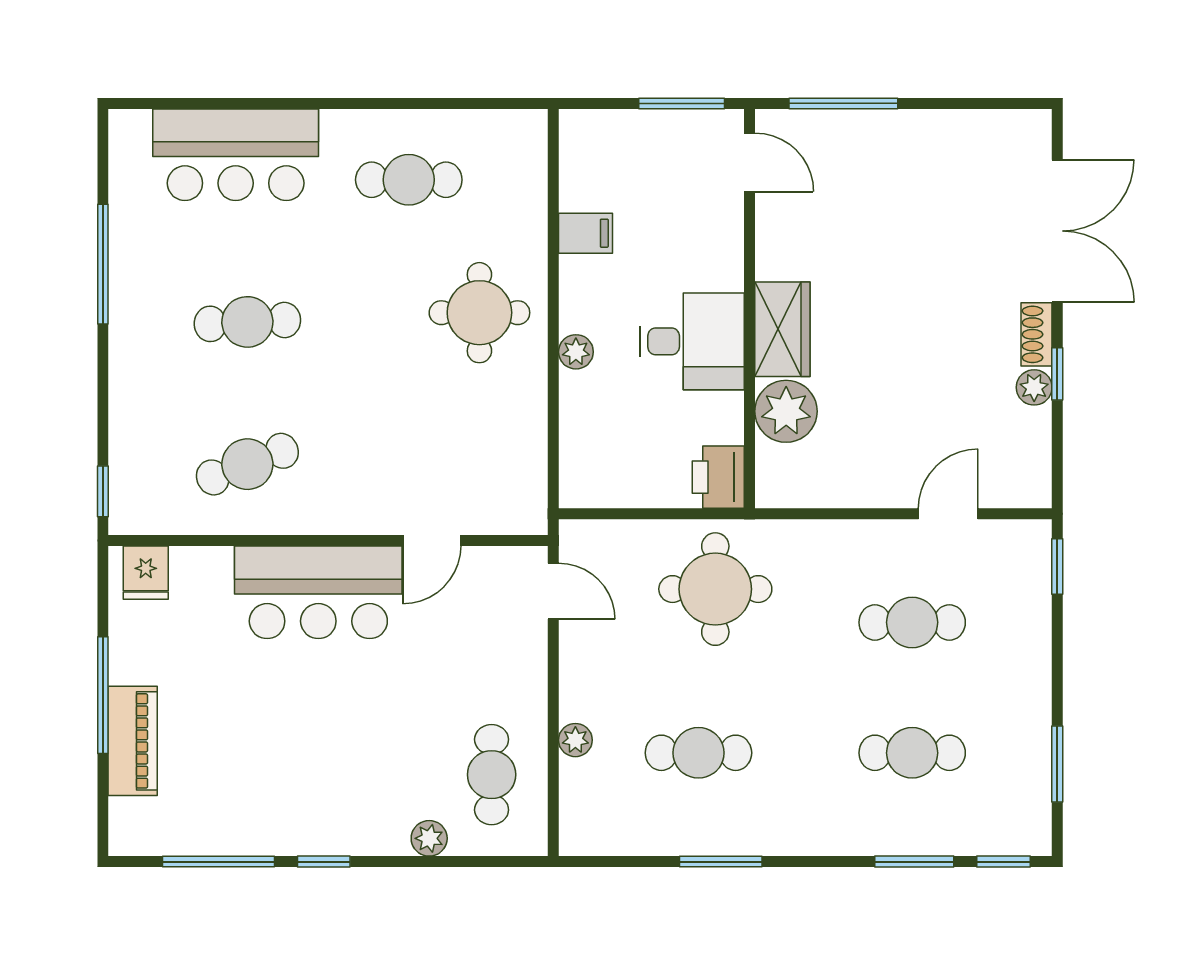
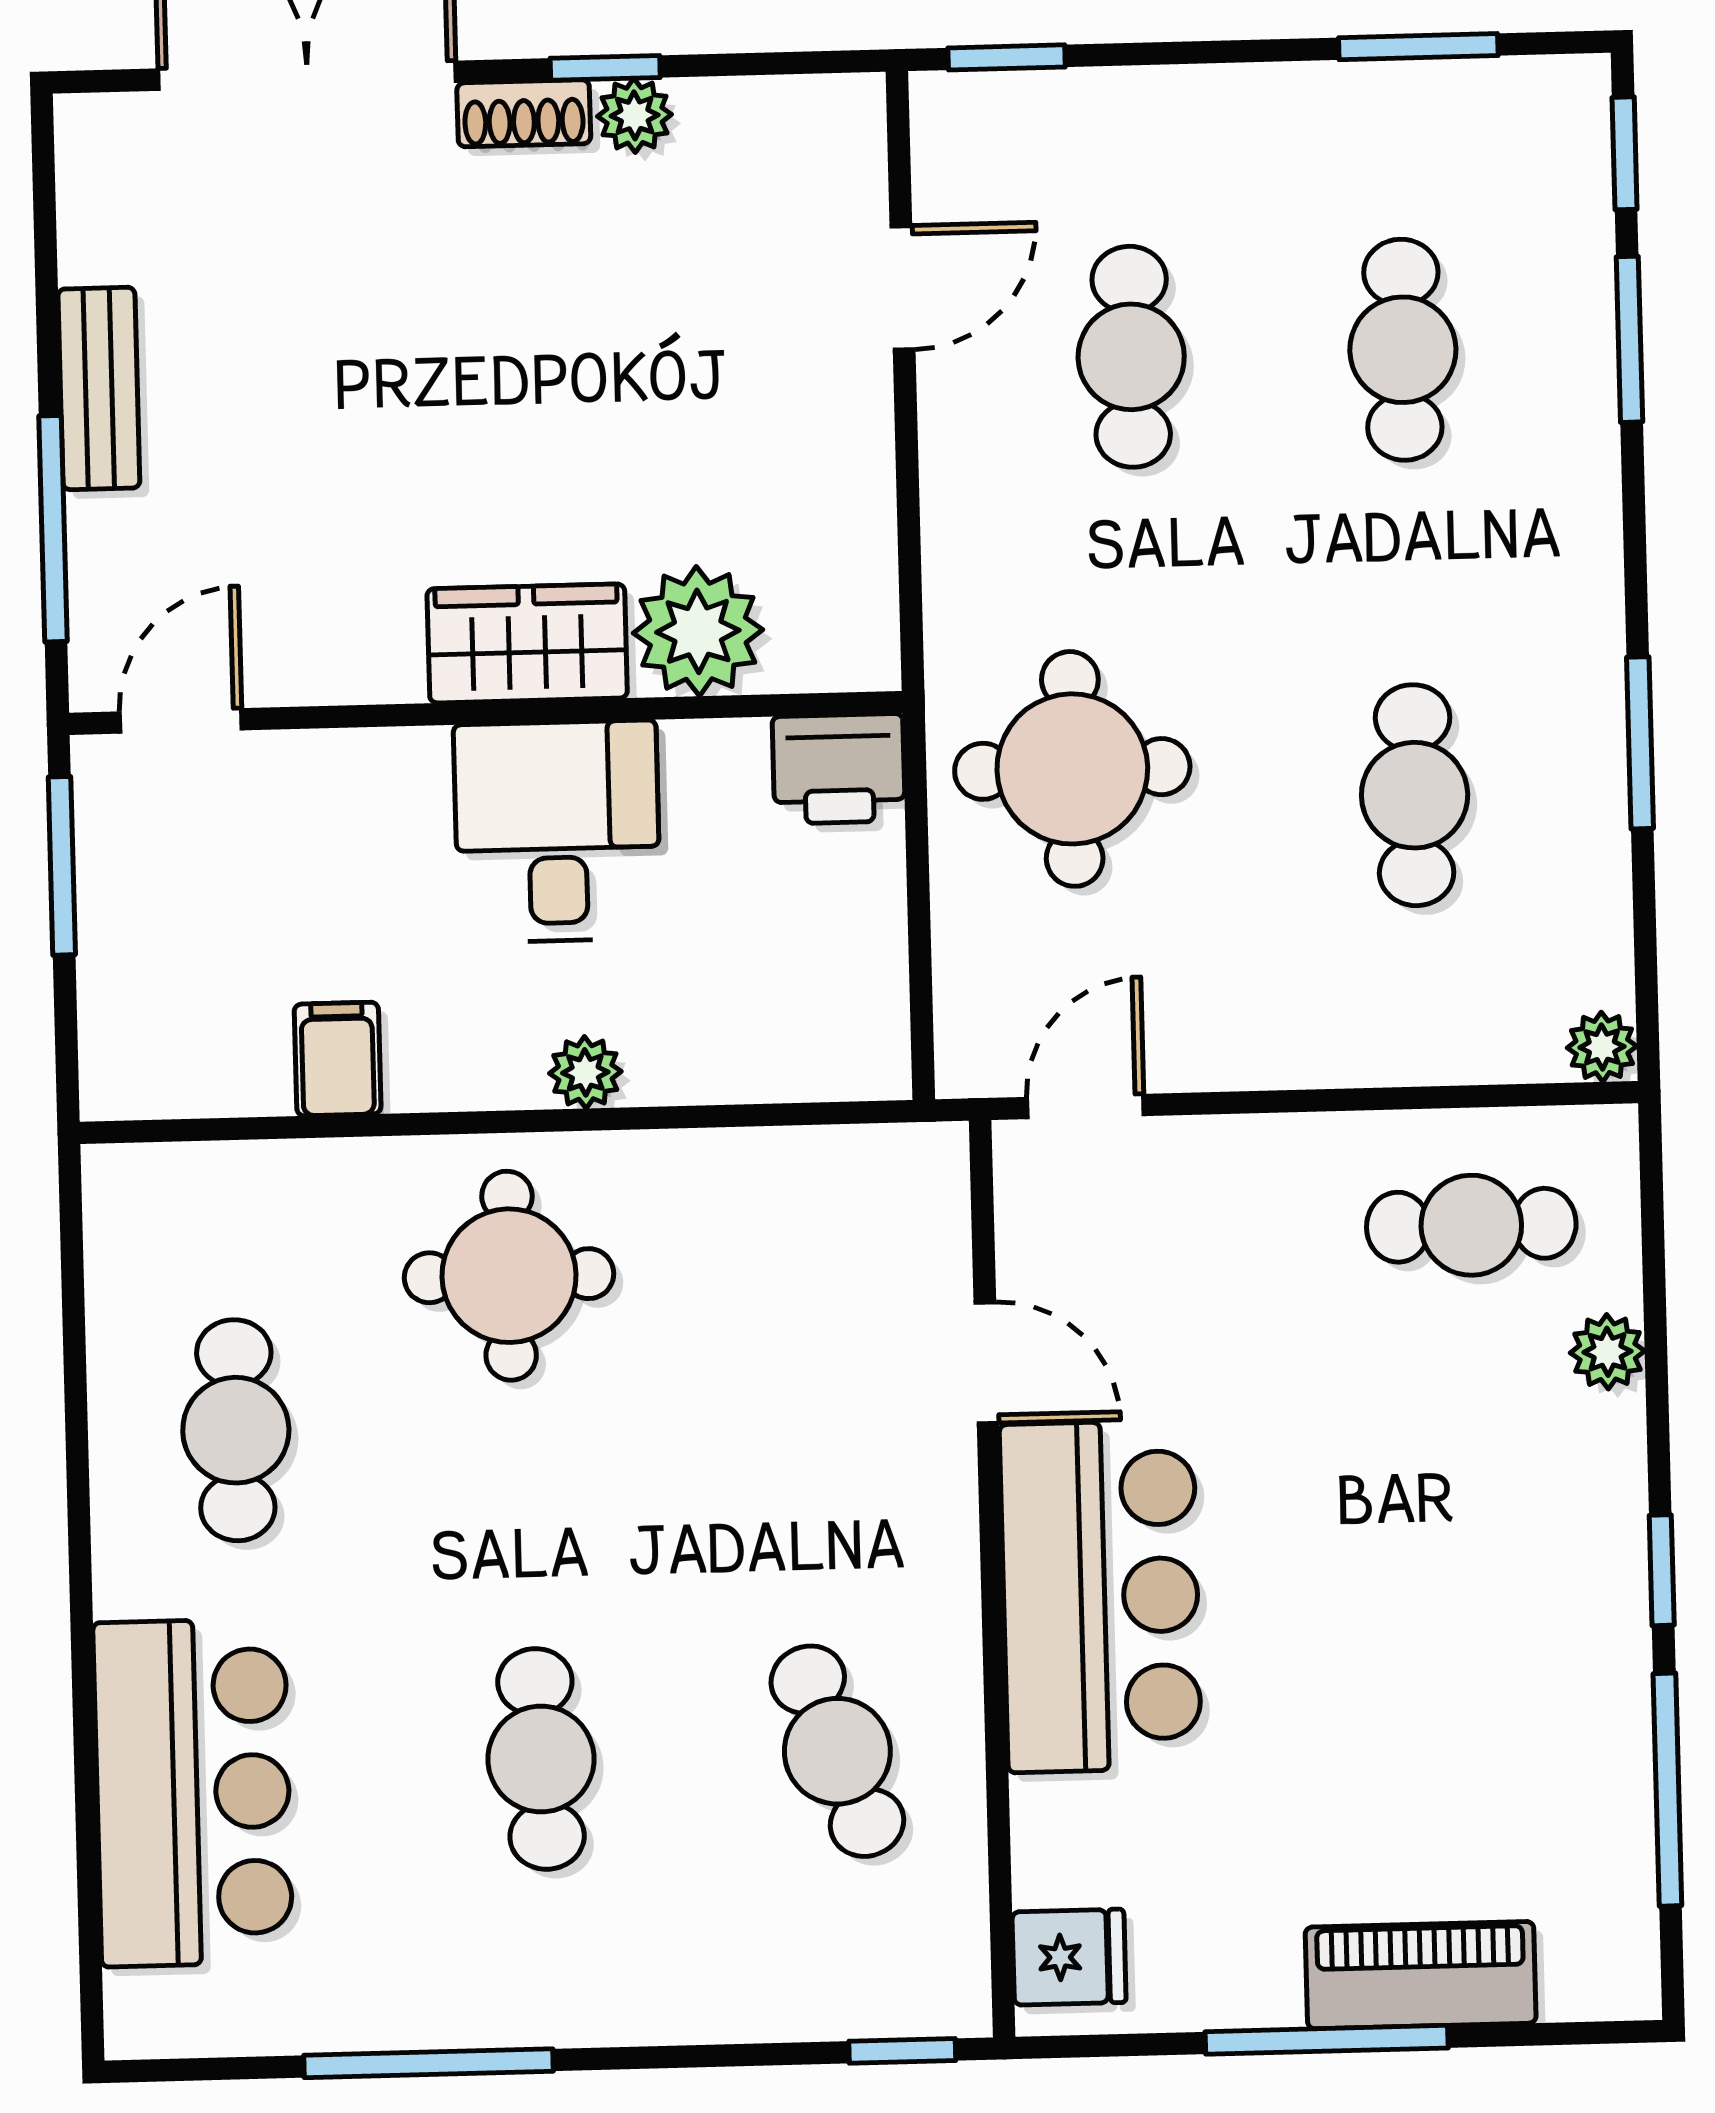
bench: (910, 127) -> (99, 388), added
door: (948, 514) -> (903, 288), swing flipped
plant: (575, 740) -> (1602, 1047), moved

